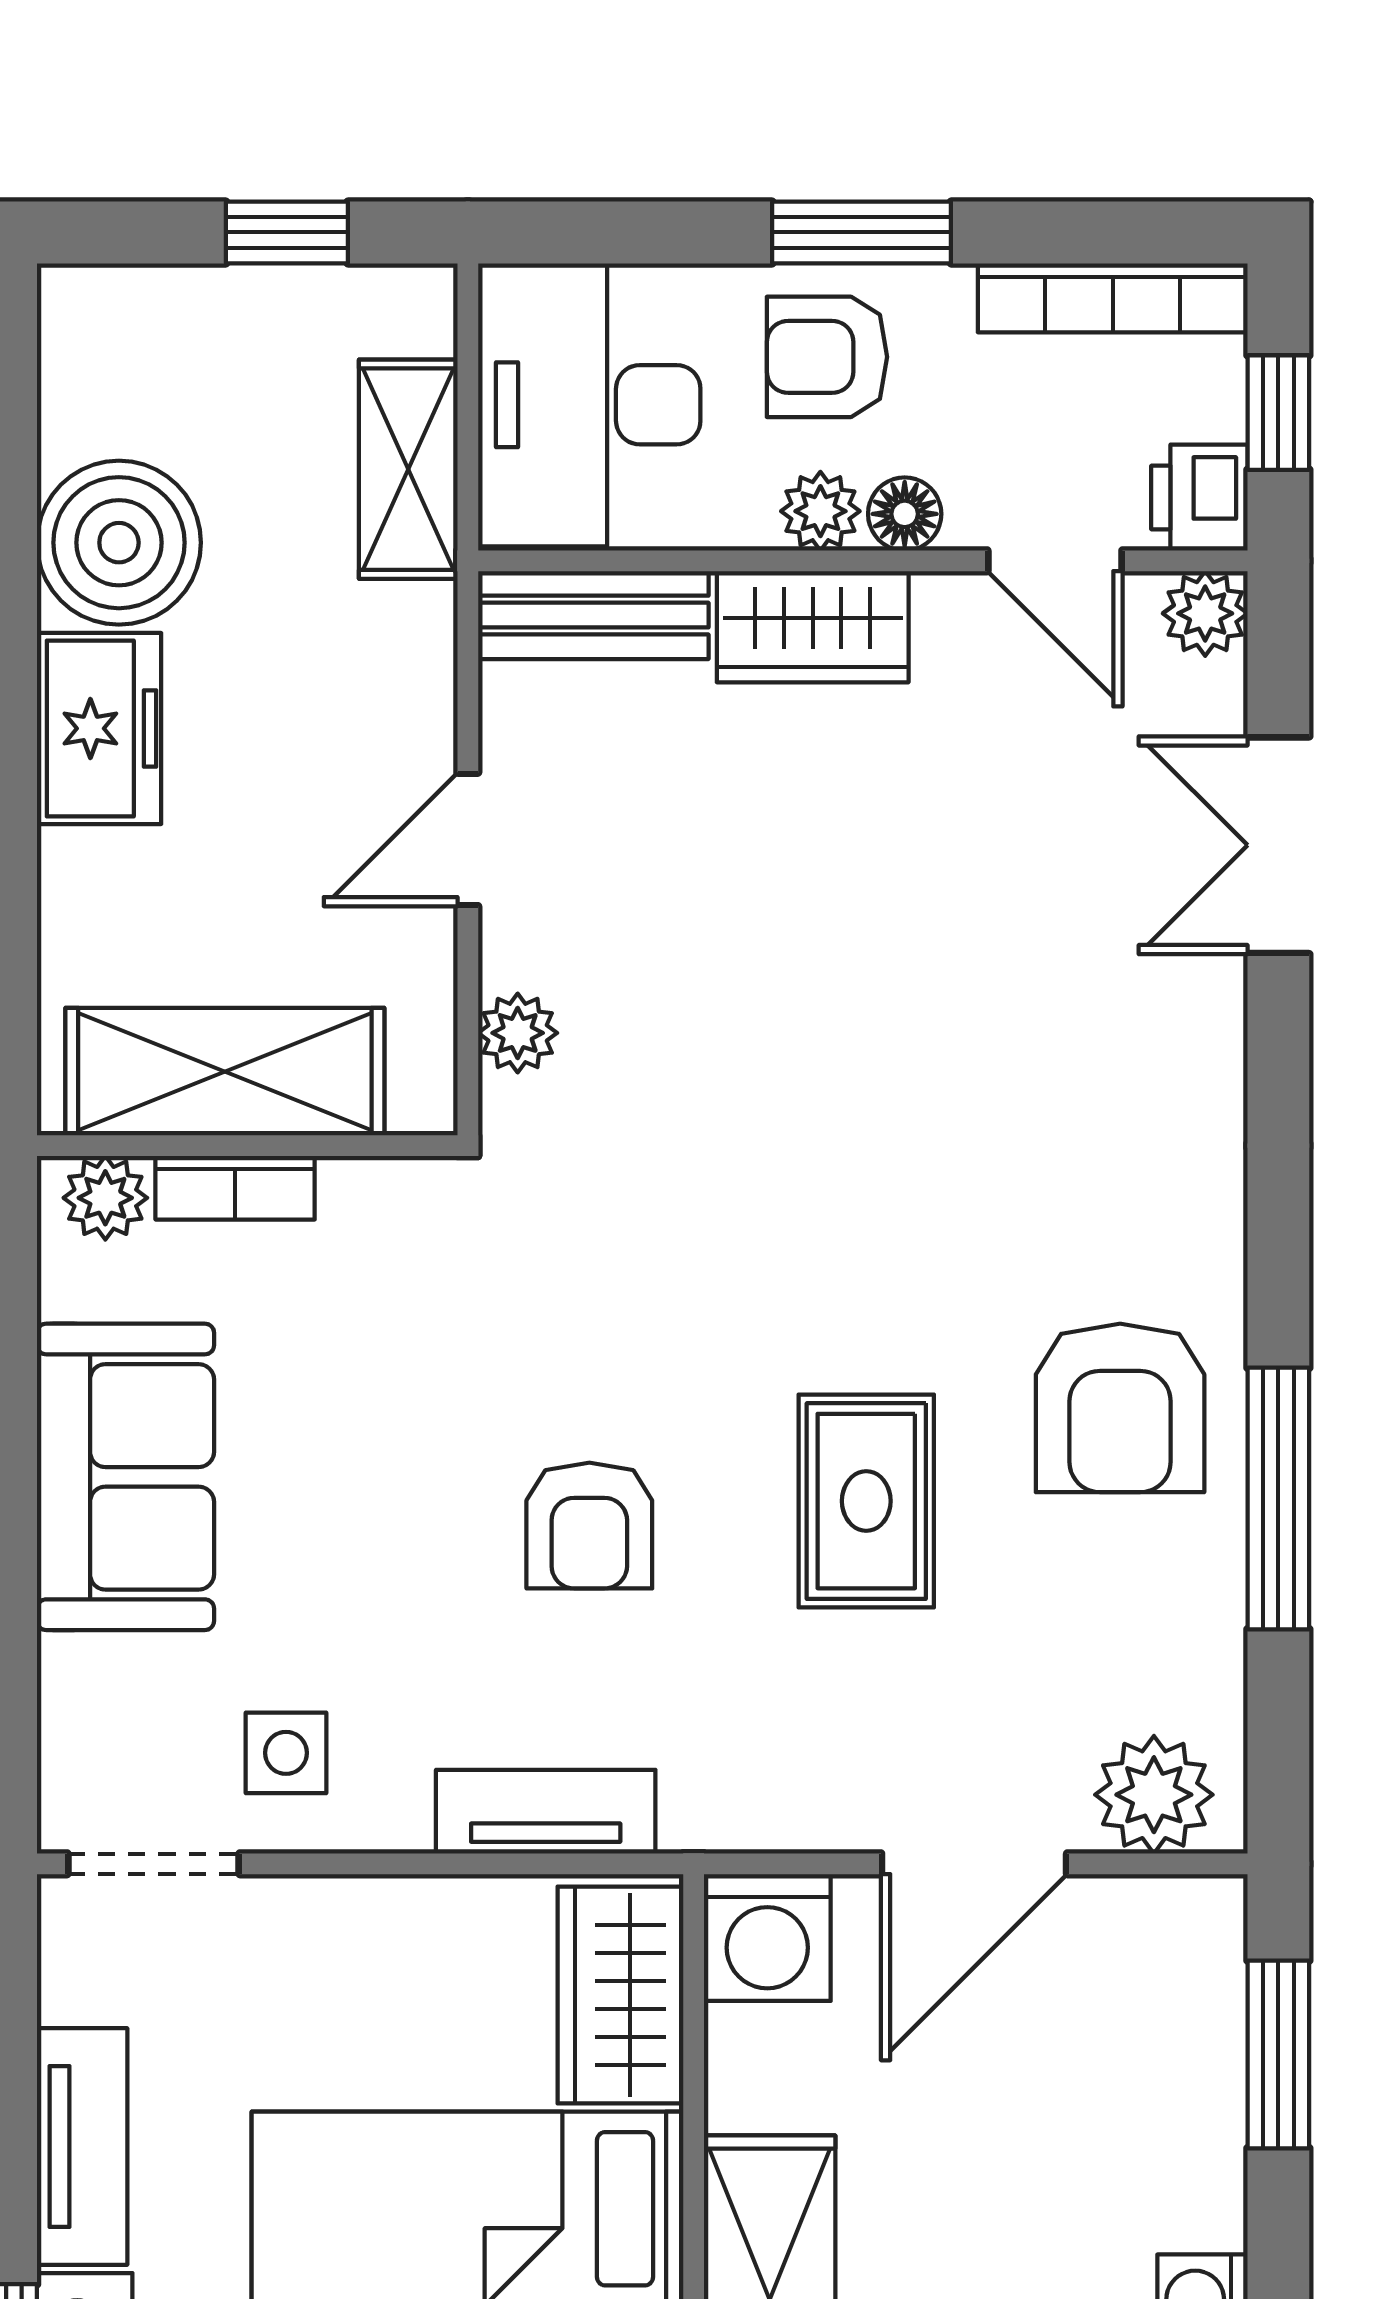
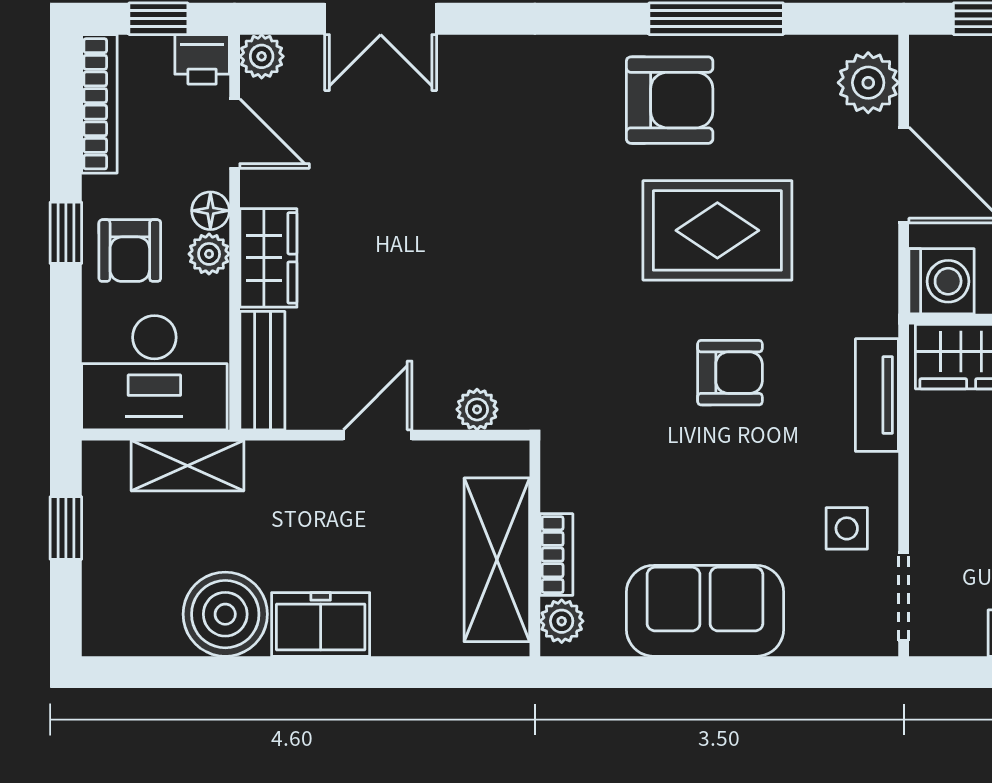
window: (862, 232) -> (66, 233), width x0.67
door: (1055, 561) -> (235, 134), hinge flipped
door: (468, 839) -> (378, 435), swing flipped
rug: (866, 1501) -> (717, 230), width x1.36, depth x1.43

